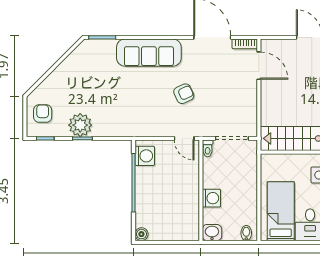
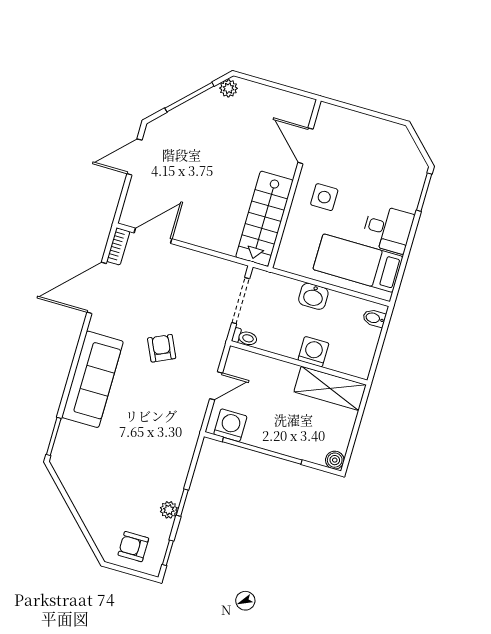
plant: (80, 125) -> (169, 510), width x0.53, depth x0.53
door: (184, 138) -> (216, 386), moved
shelving: (190, 217) -> (330, 388), added
washbasin: (212, 233) -> (313, 296), moved, turned -90

